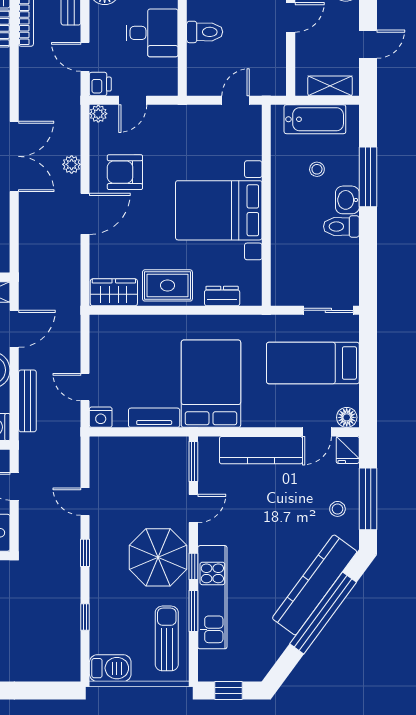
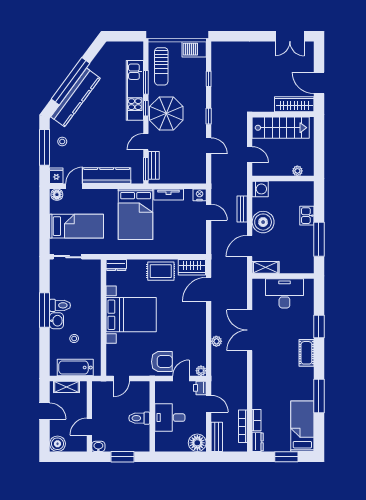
door: (368, 44) -> (45, 411), swing flipped
double door: (14, 156) -> (250, 330), moved
armchair: (125, 172) -> (162, 362), moved
window: (368, 177) -> (45, 310), moved
door: (85, 214) -> (209, 289), moved
dresser: (222, 296) -> (116, 265), moved
bench: (27, 401) -> (242, 209), width x0.73
bench: (180, 468) -> (154, 165), added
window: (229, 691) -> (125, 36), removed

